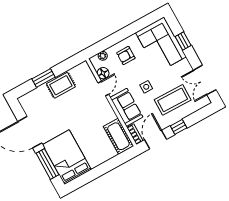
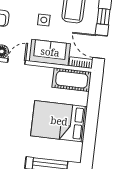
door: (103, 89) -> (17, 62), hinge flipped
bed: (67, 157) -> (59, 121), moved

